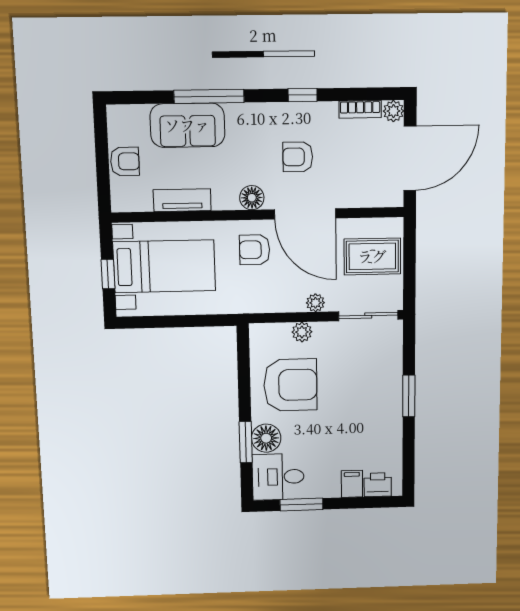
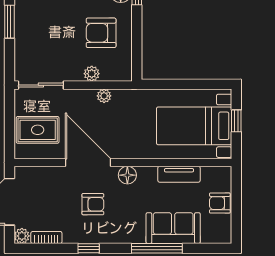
armchair: (255, 250) -> (126, 137), removed
plant: (315, 303) -> (104, 96), moved
armchair: (290, 385) -> (101, 33), width x0.73, depth x0.73

